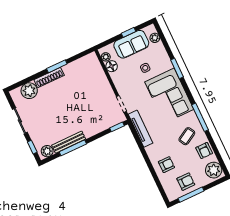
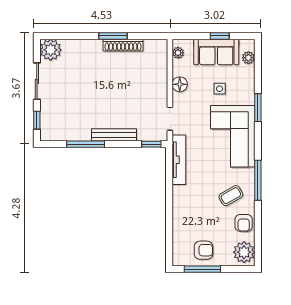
floor lamp: (112, 66) -> (180, 84), moved
shoe rack: (49, 77) -> (123, 45), moved
plant: (29, 91) -> (51, 50), moved
bench: (69, 142) -> (114, 135), moved
plant: (47, 151) -> (53, 133), removed
armchair: (166, 165) -> (190, 218), removed

